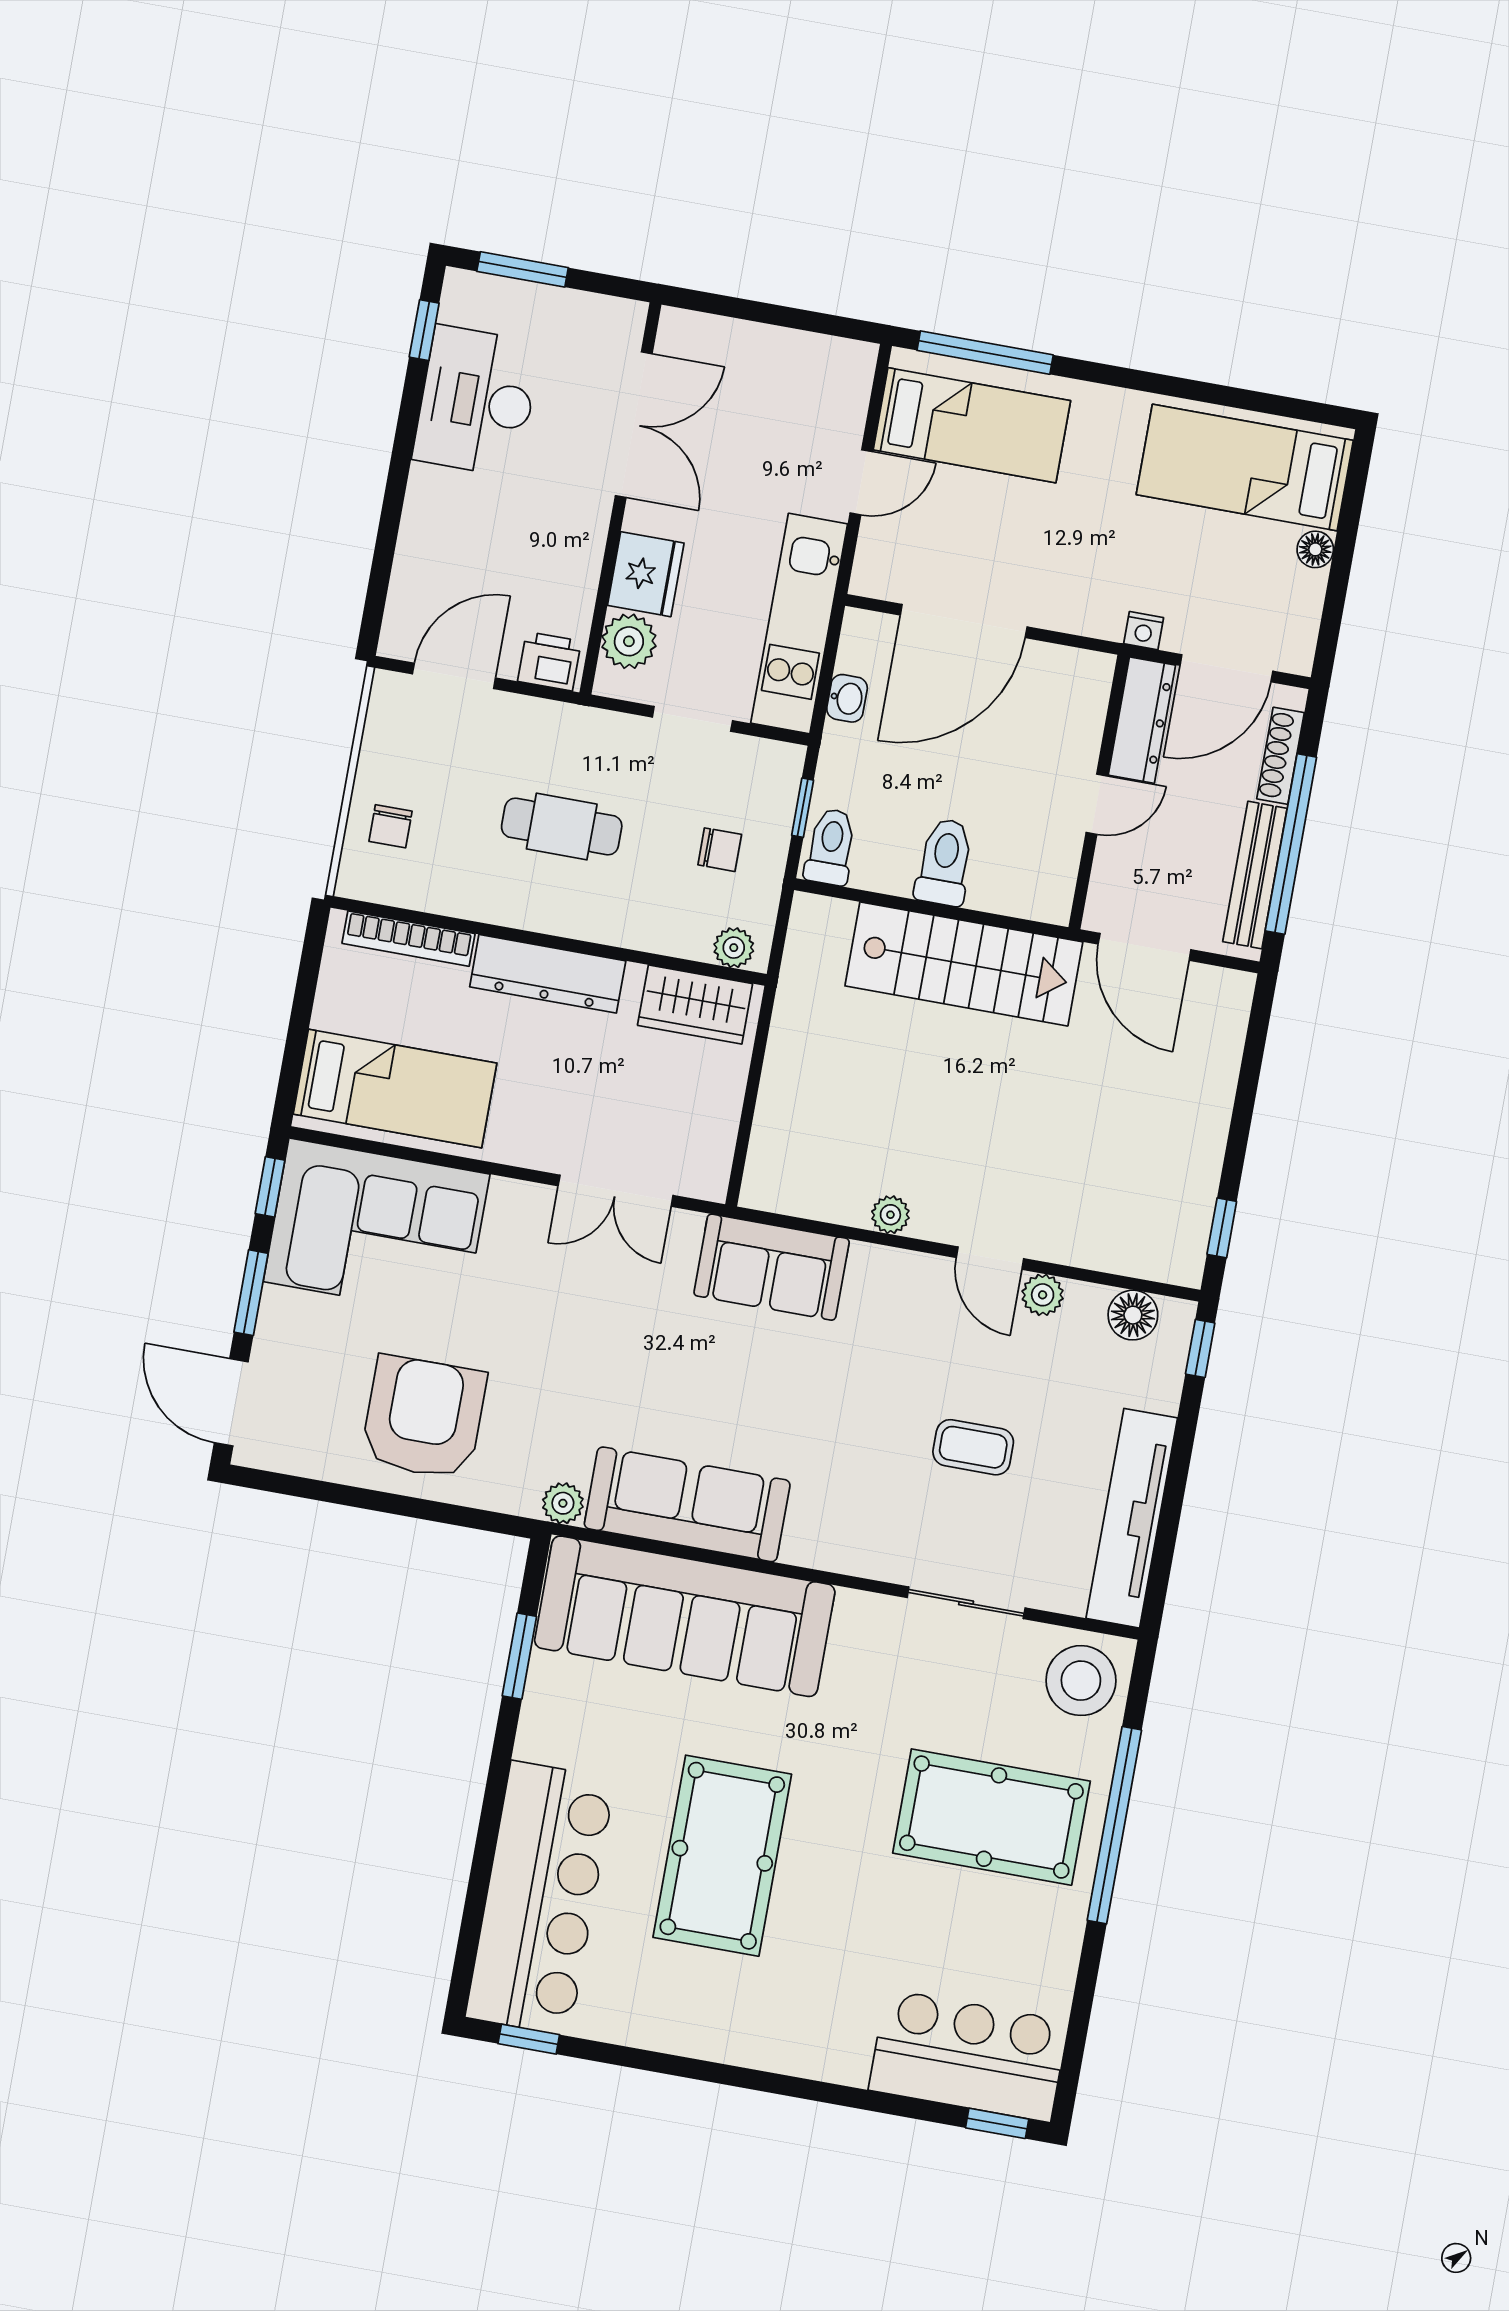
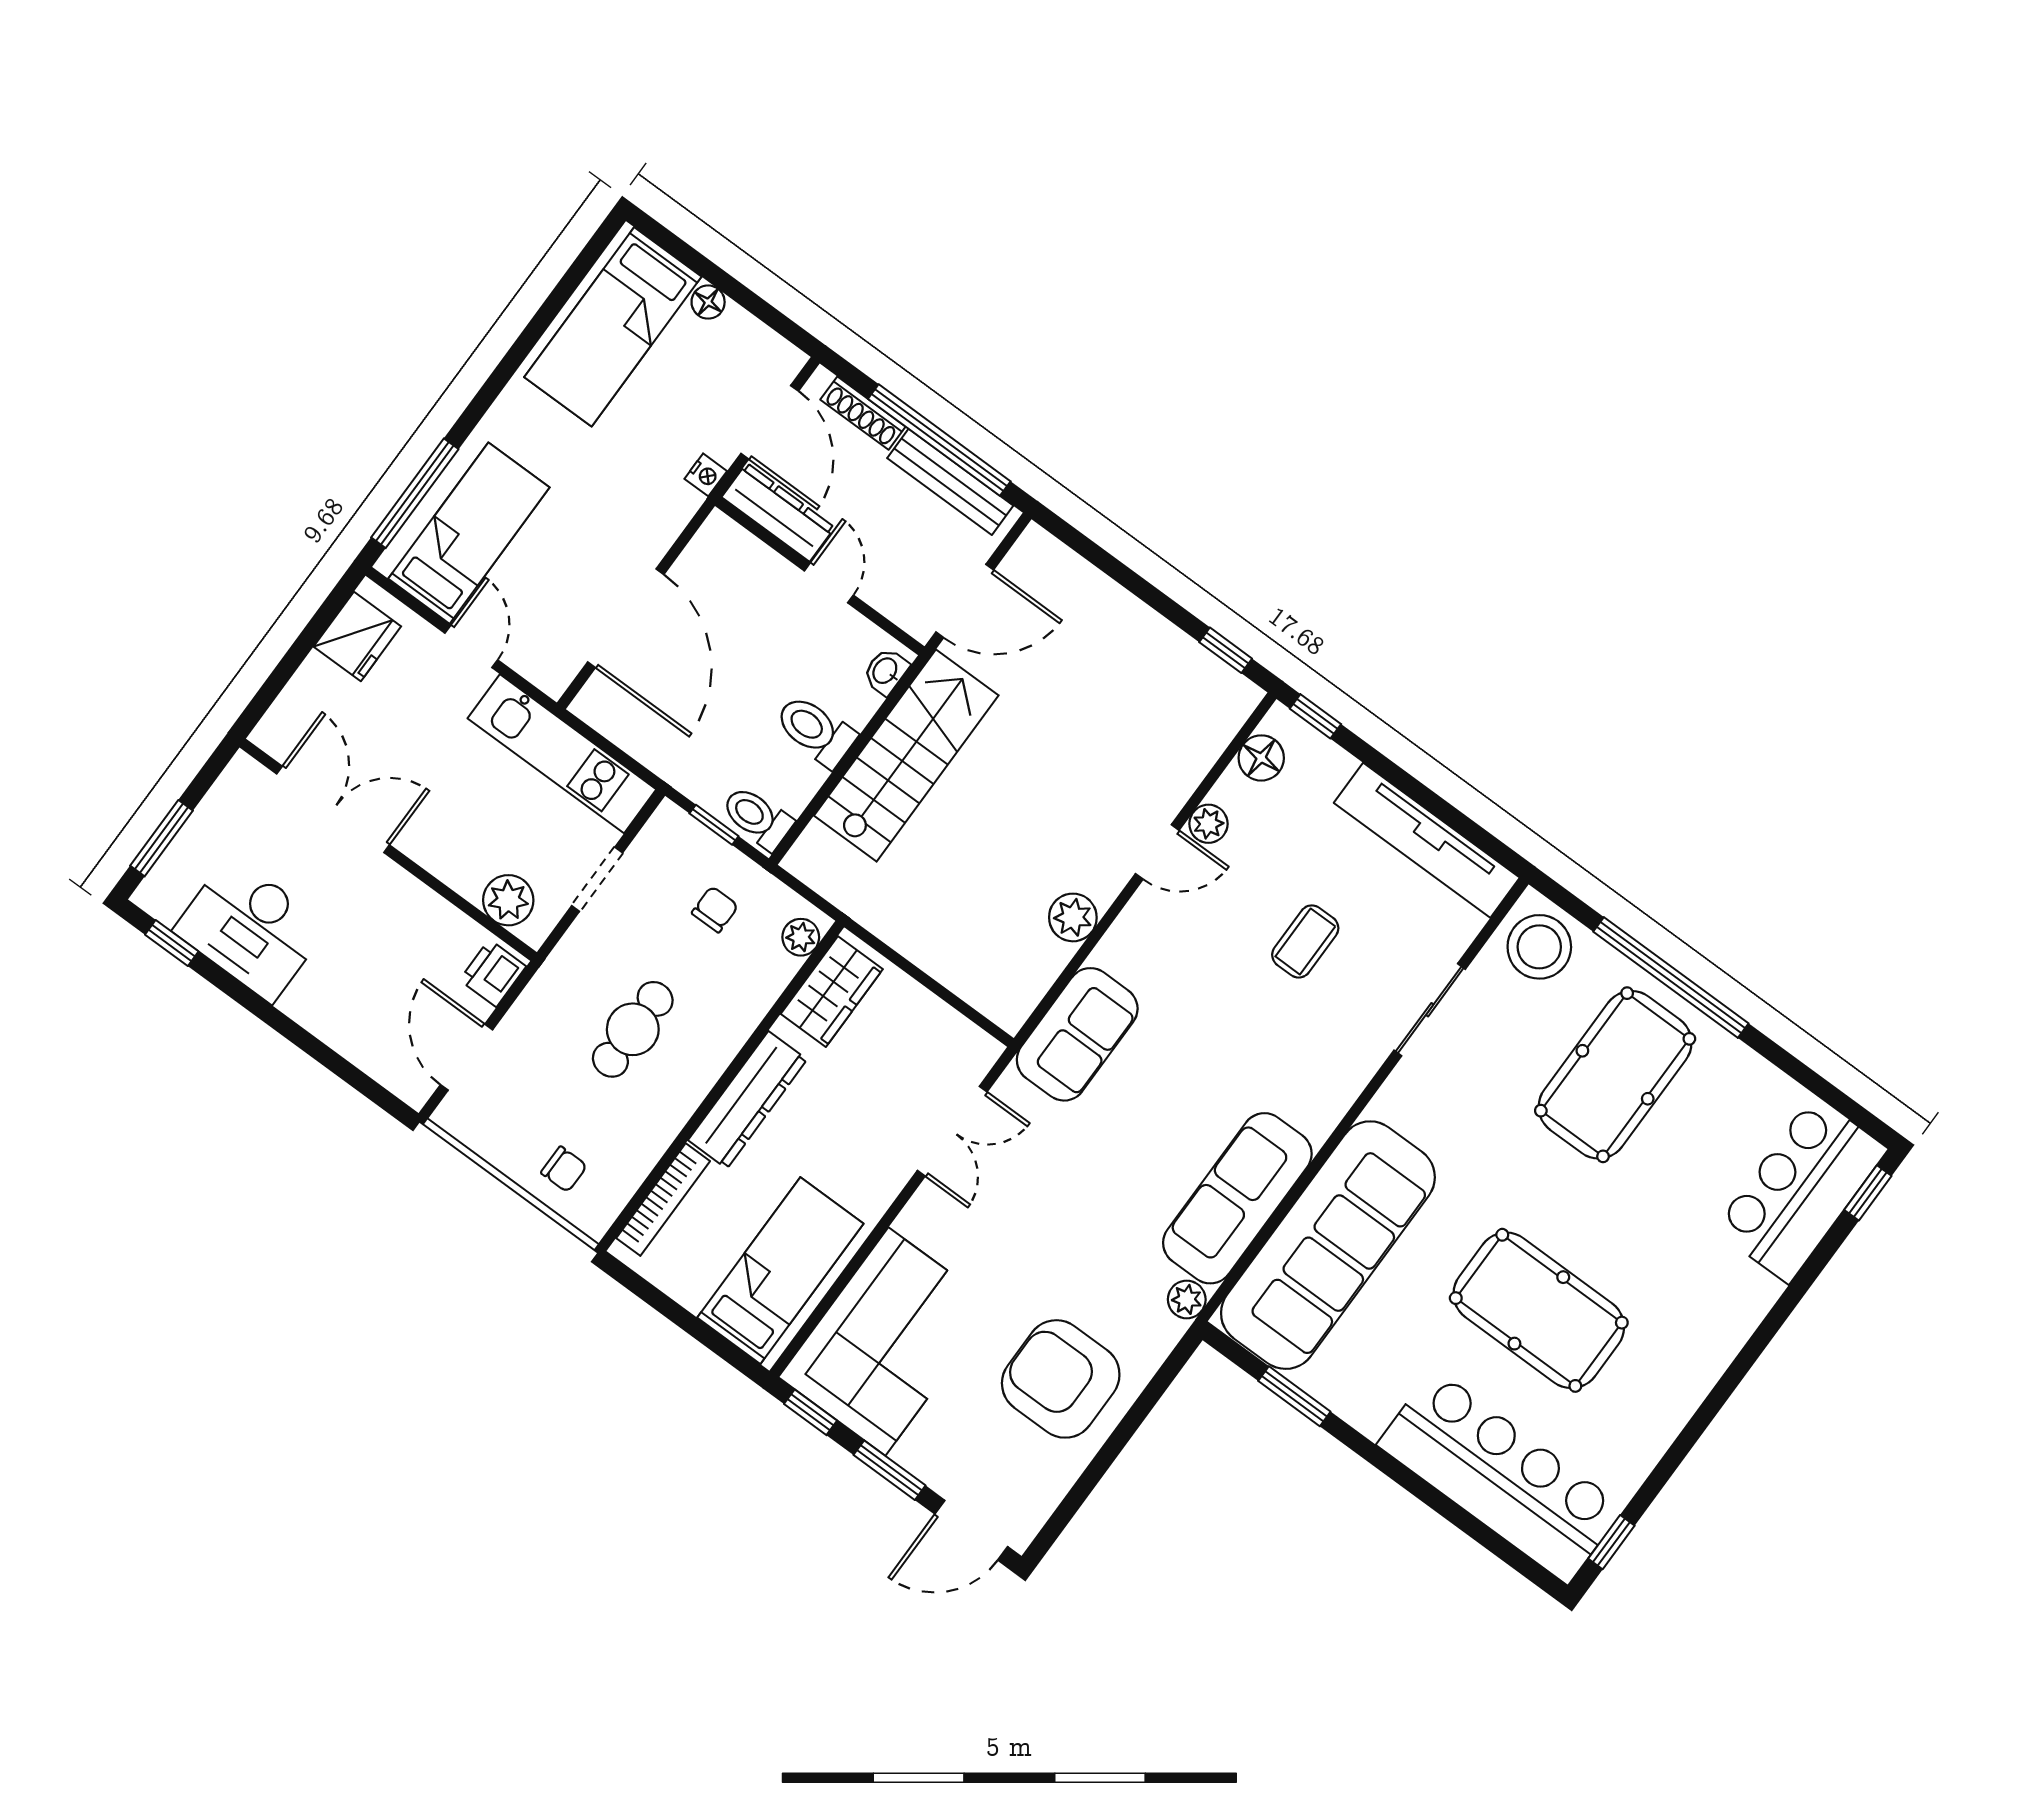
fridge: (646, 574) -> (357, 636), moved, turned 90
washbasin: (847, 698) -> (886, 671), moved, turned -90
plant: (890, 1215) -> (1073, 917), width x1.38, depth x1.38

